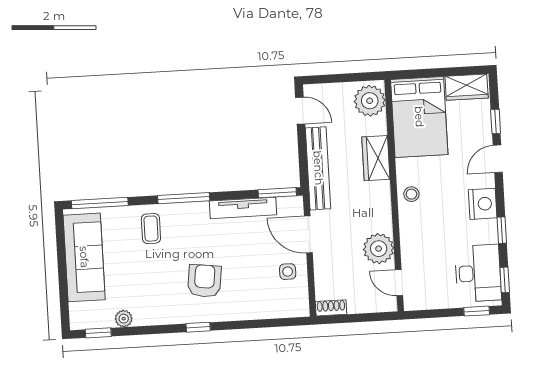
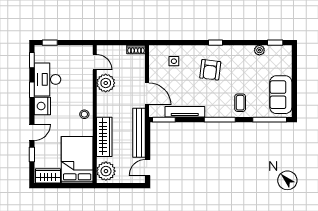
door: (300, 111) -> (148, 168), hinge flipped
wardrobe: (376, 158) -> (104, 137), width x1.50
sofa: (84, 257) -> (281, 95), width x0.73
side table: (288, 272) -> (174, 61), moved
desk: (478, 273) -> (48, 79), moved

